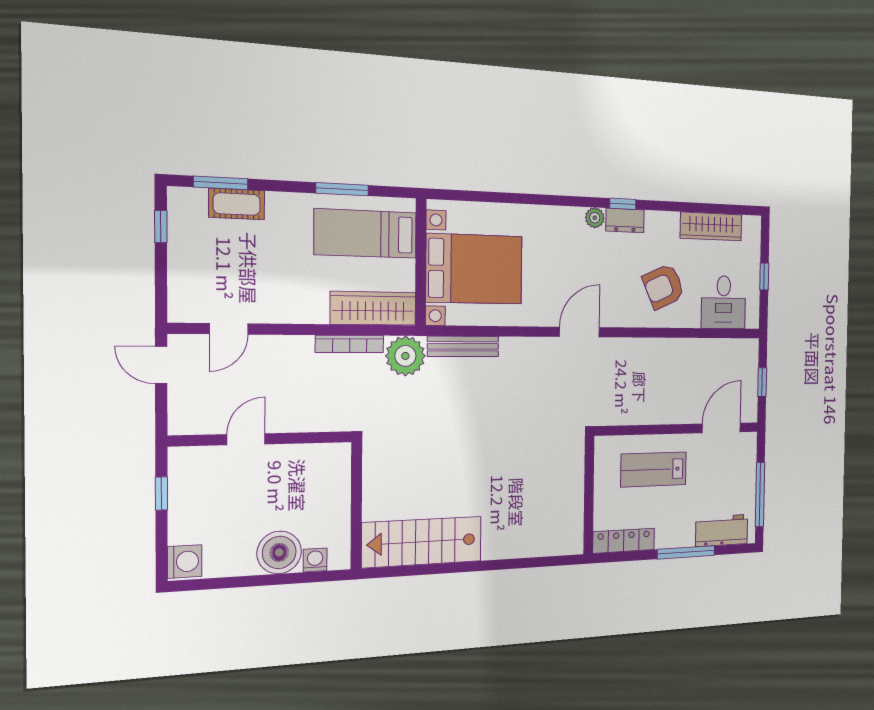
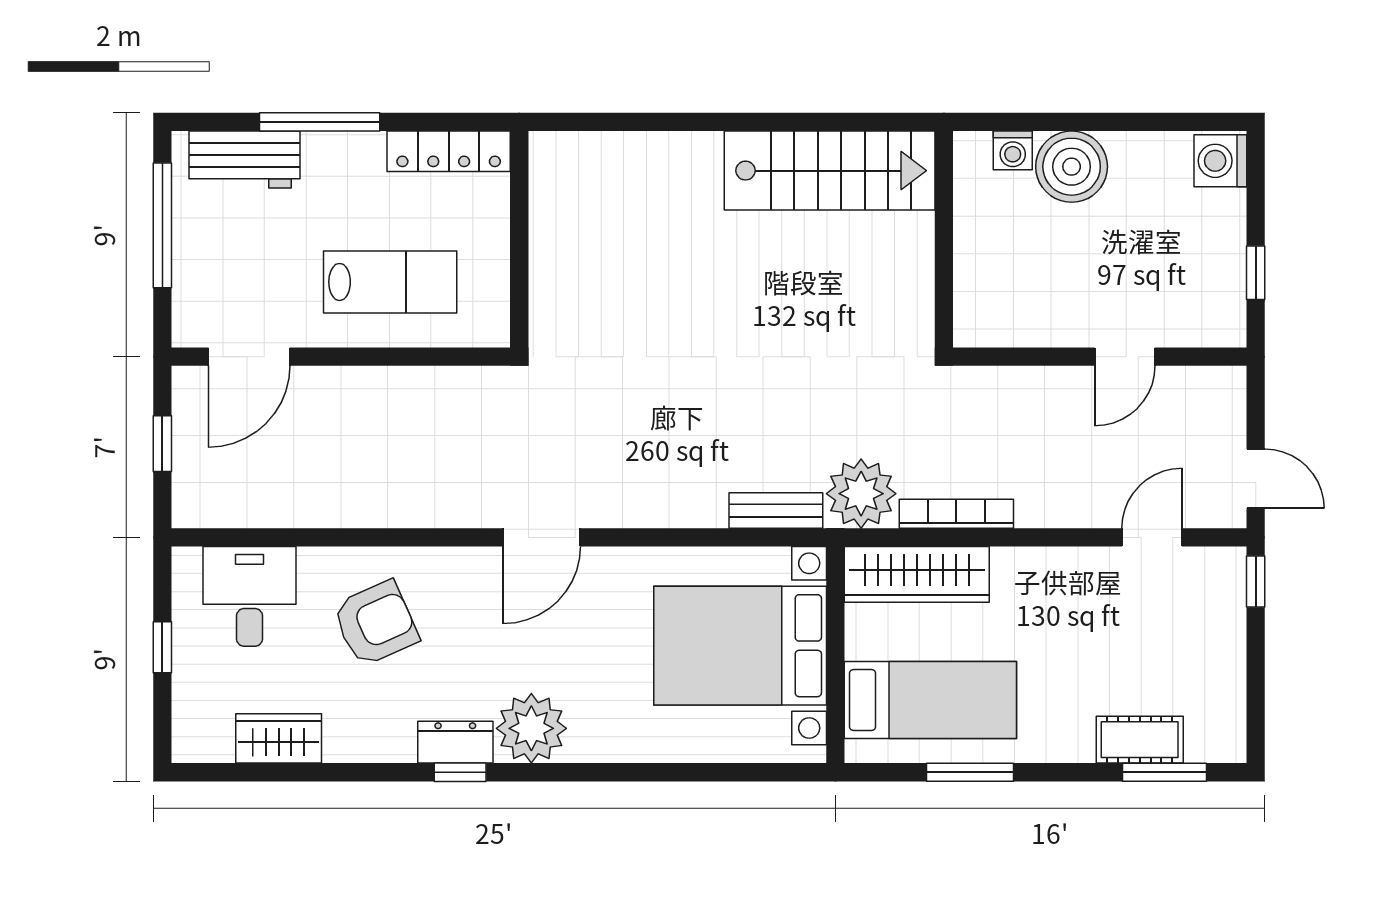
plant: (595, 218) -> (531, 728), width x1.87, depth x1.87
wardrobe: (711, 226) -> (279, 738), width x0.67
window: (161, 227) -> (1256, 581), moved
bench: (463, 346) -> (776, 511), width x0.73

